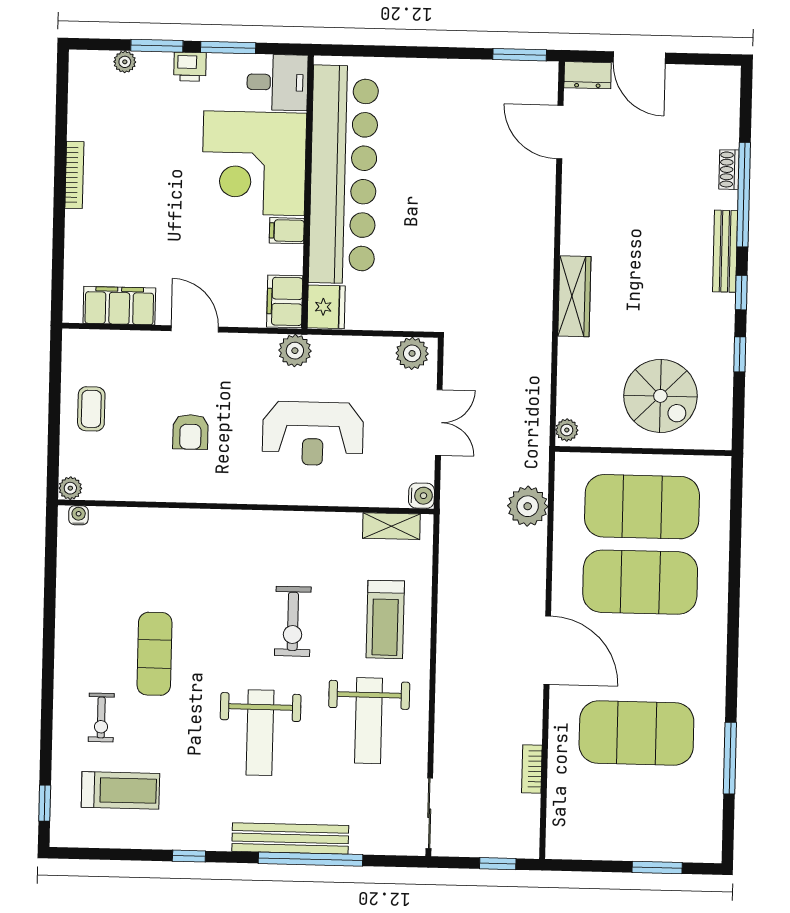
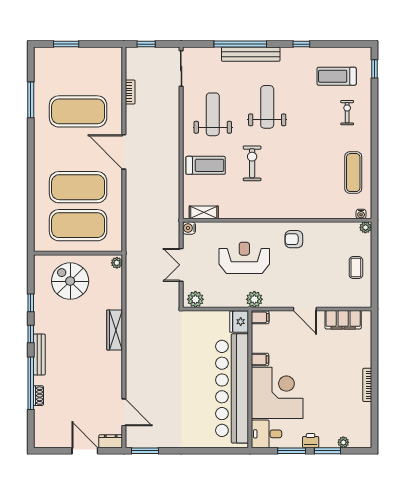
filing cabinet: (285, 301) -> (260, 317), width x0.50
armchair: (190, 432) -> (294, 239), moved, turned -90
plant: (528, 506) -> (135, 224), removed
treadmill: (385, 619) -> (206, 165), turned 90
exercise mat: (155, 654) -> (353, 173), moved

